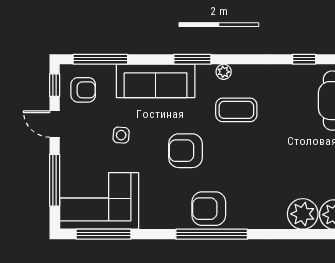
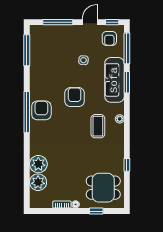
window: (192, 59) -> (127, 82), moved
corner sofa: (99, 201) -> (46, 48), removed

